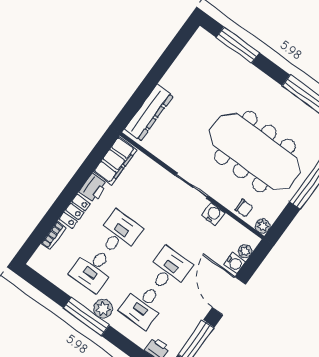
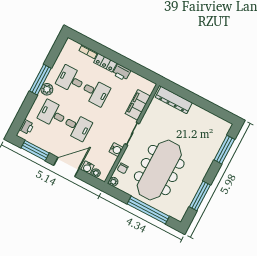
filing cabinet: (115, 161) -> (138, 105), moved, turned 90

